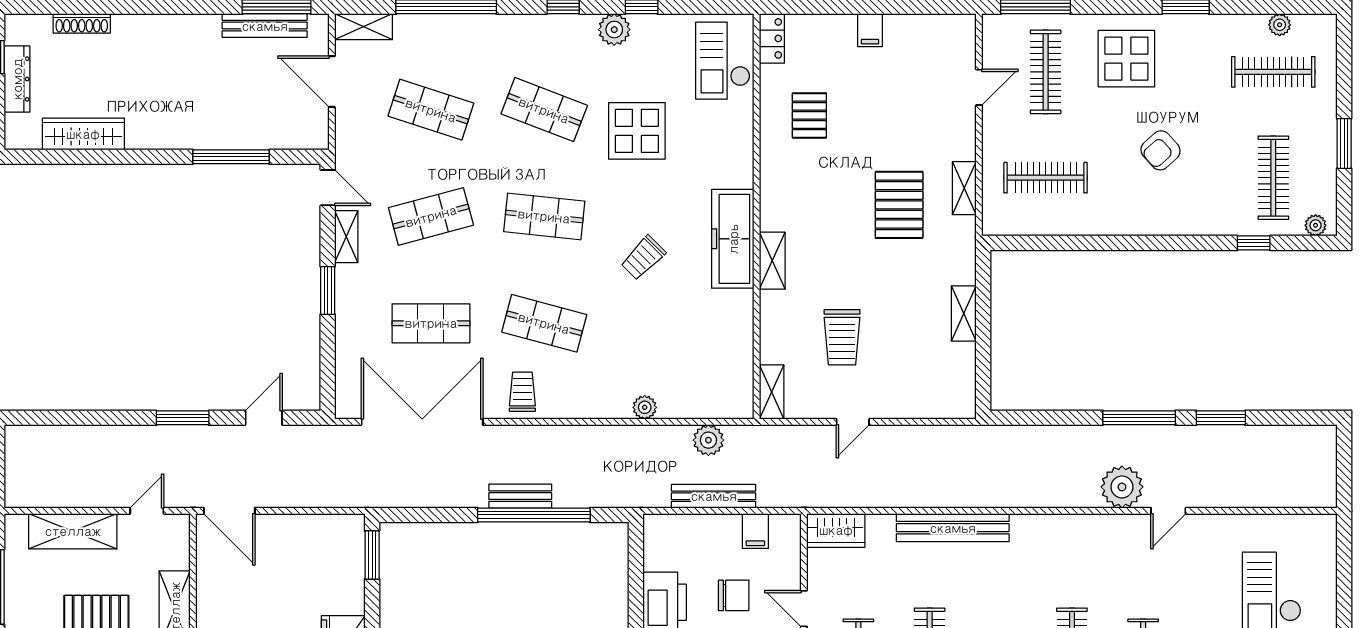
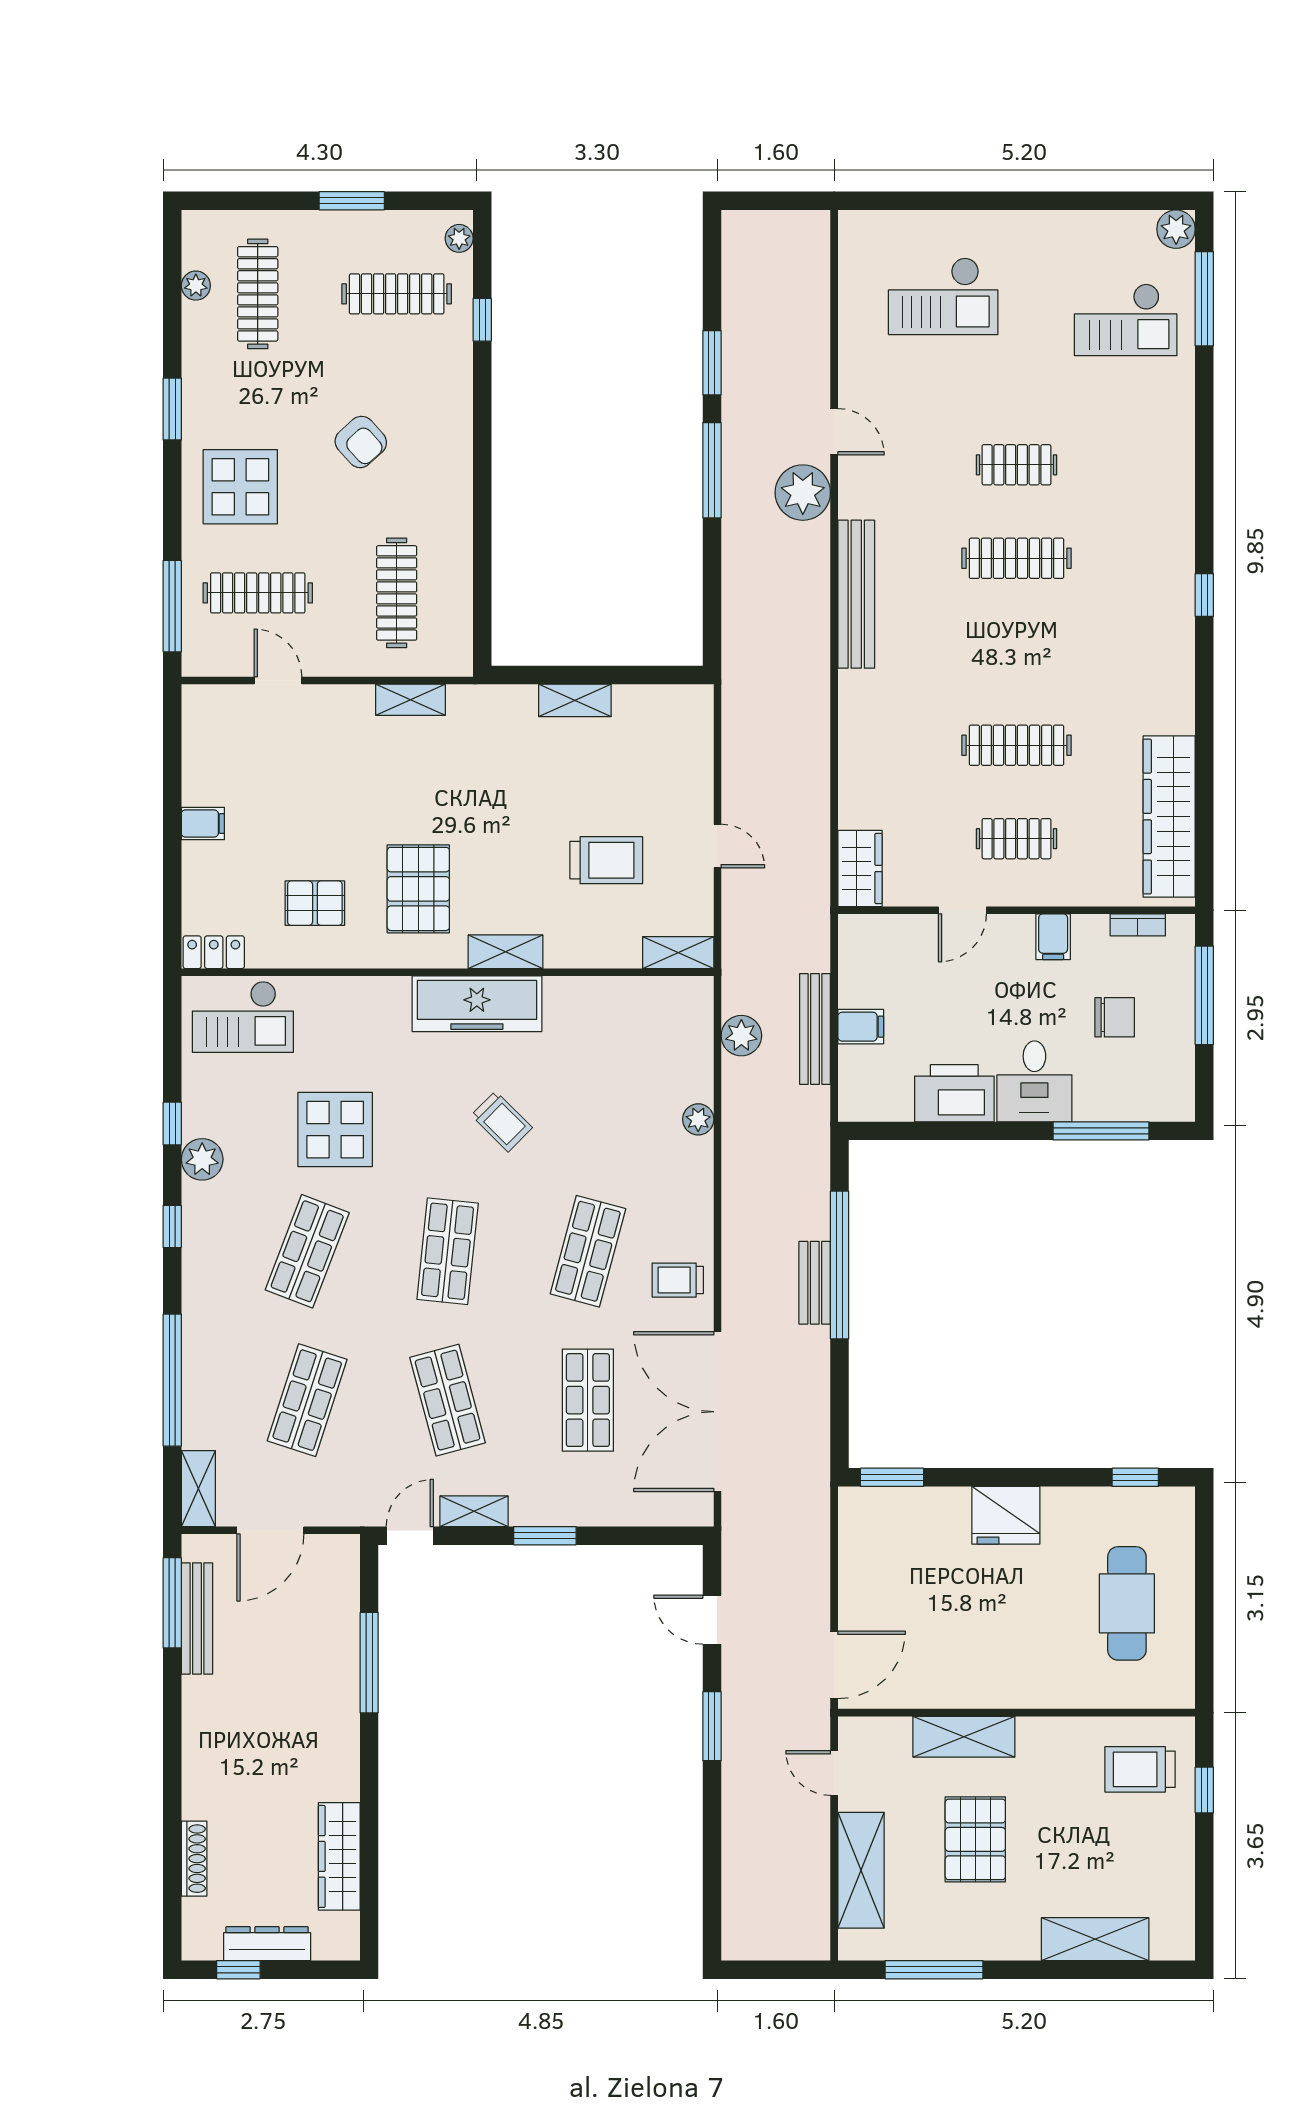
pallet: (899, 205) -> (418, 889), moved, turned 90
bench: (953, 528) -> (856, 594), moved
filing cabinet: (755, 531) -> (861, 1027), moved
chair: (734, 595) -> (945, 1003), removed

